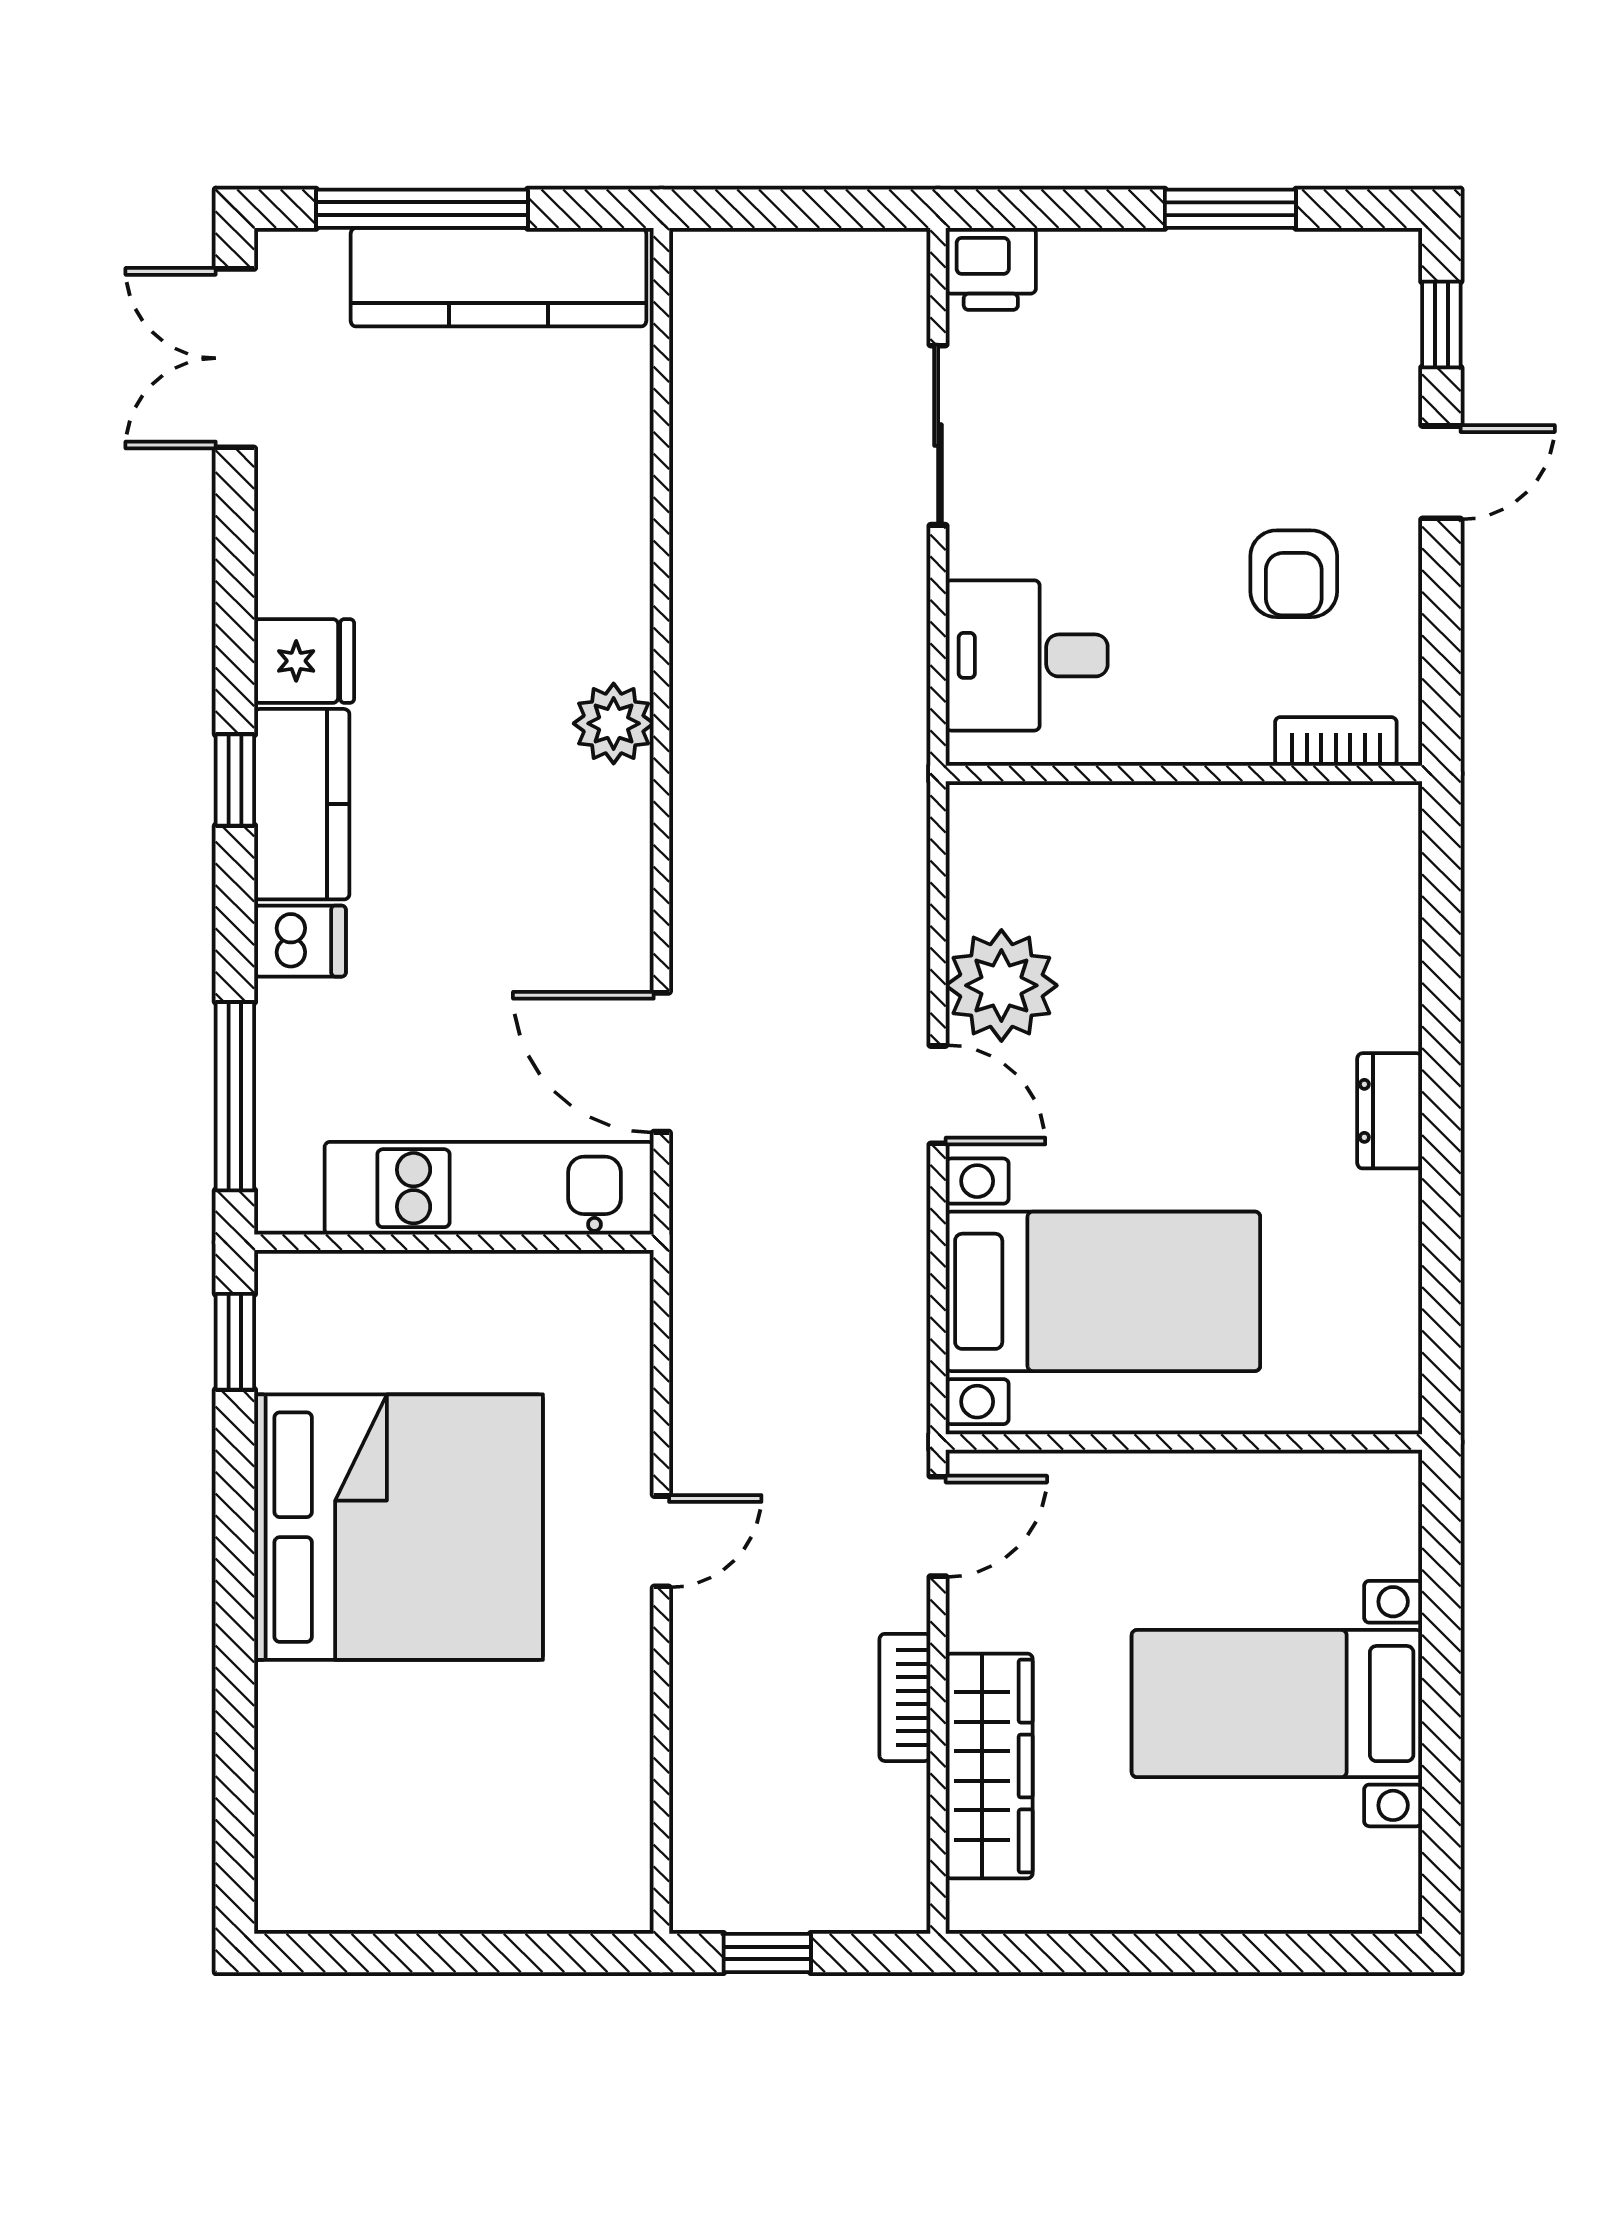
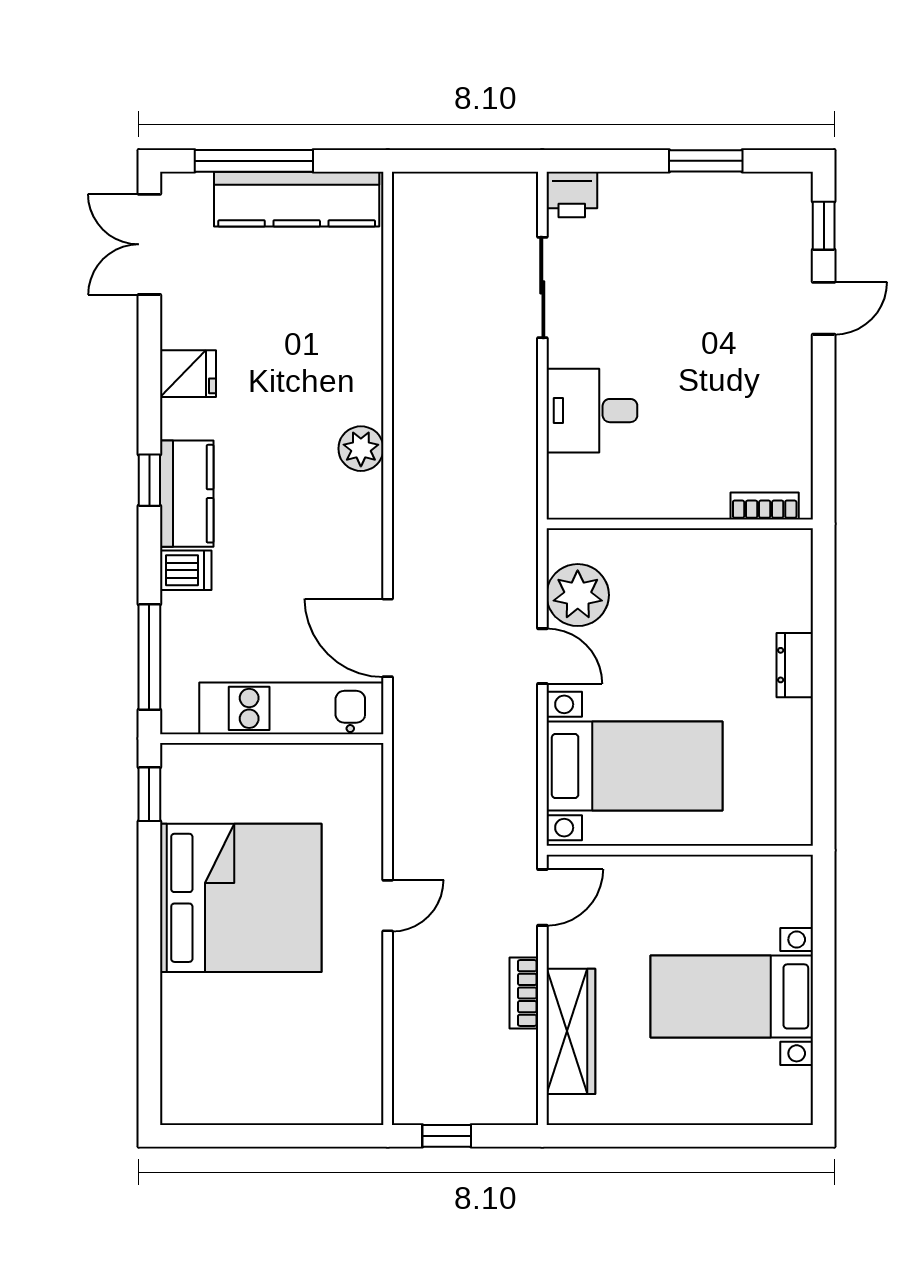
armchair: (1294, 574) -> (741, 365), removed
fridge: (304, 661) -> (188, 374), moved
bookcase: (1336, 742) -> (765, 506), moved
wall: (1184, 774) -> (680, 524), moved

